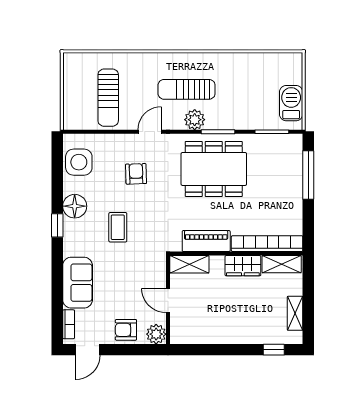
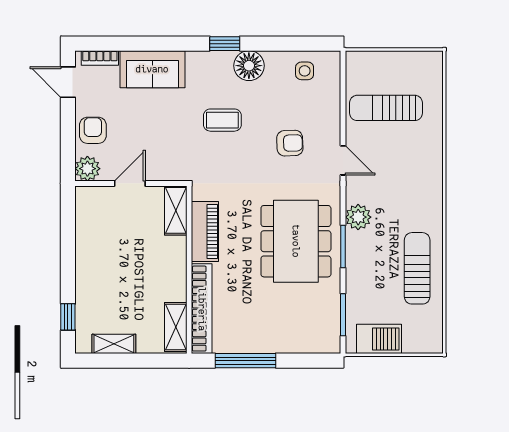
sun lounger: (187, 89) -> (417, 268), moved
side table: (79, 162) -> (305, 71), width x0.54, depth x0.54
window: (308, 175) -> (245, 361), moved
wardrobe: (243, 266) -> (174, 278), removed

